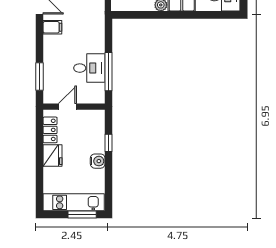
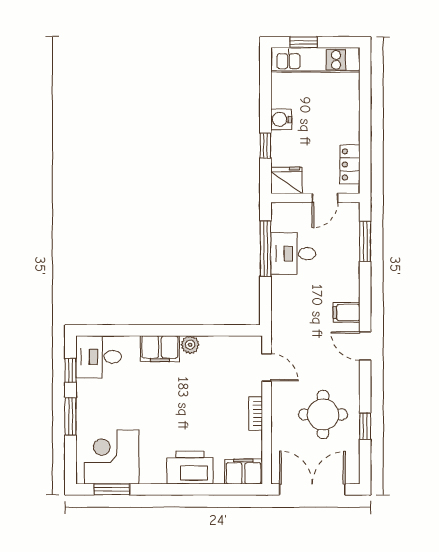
fridge: (52, 155) -> (286, 180), moved, turned 90
window: (82, 215) -> (304, 42), width x0.67

